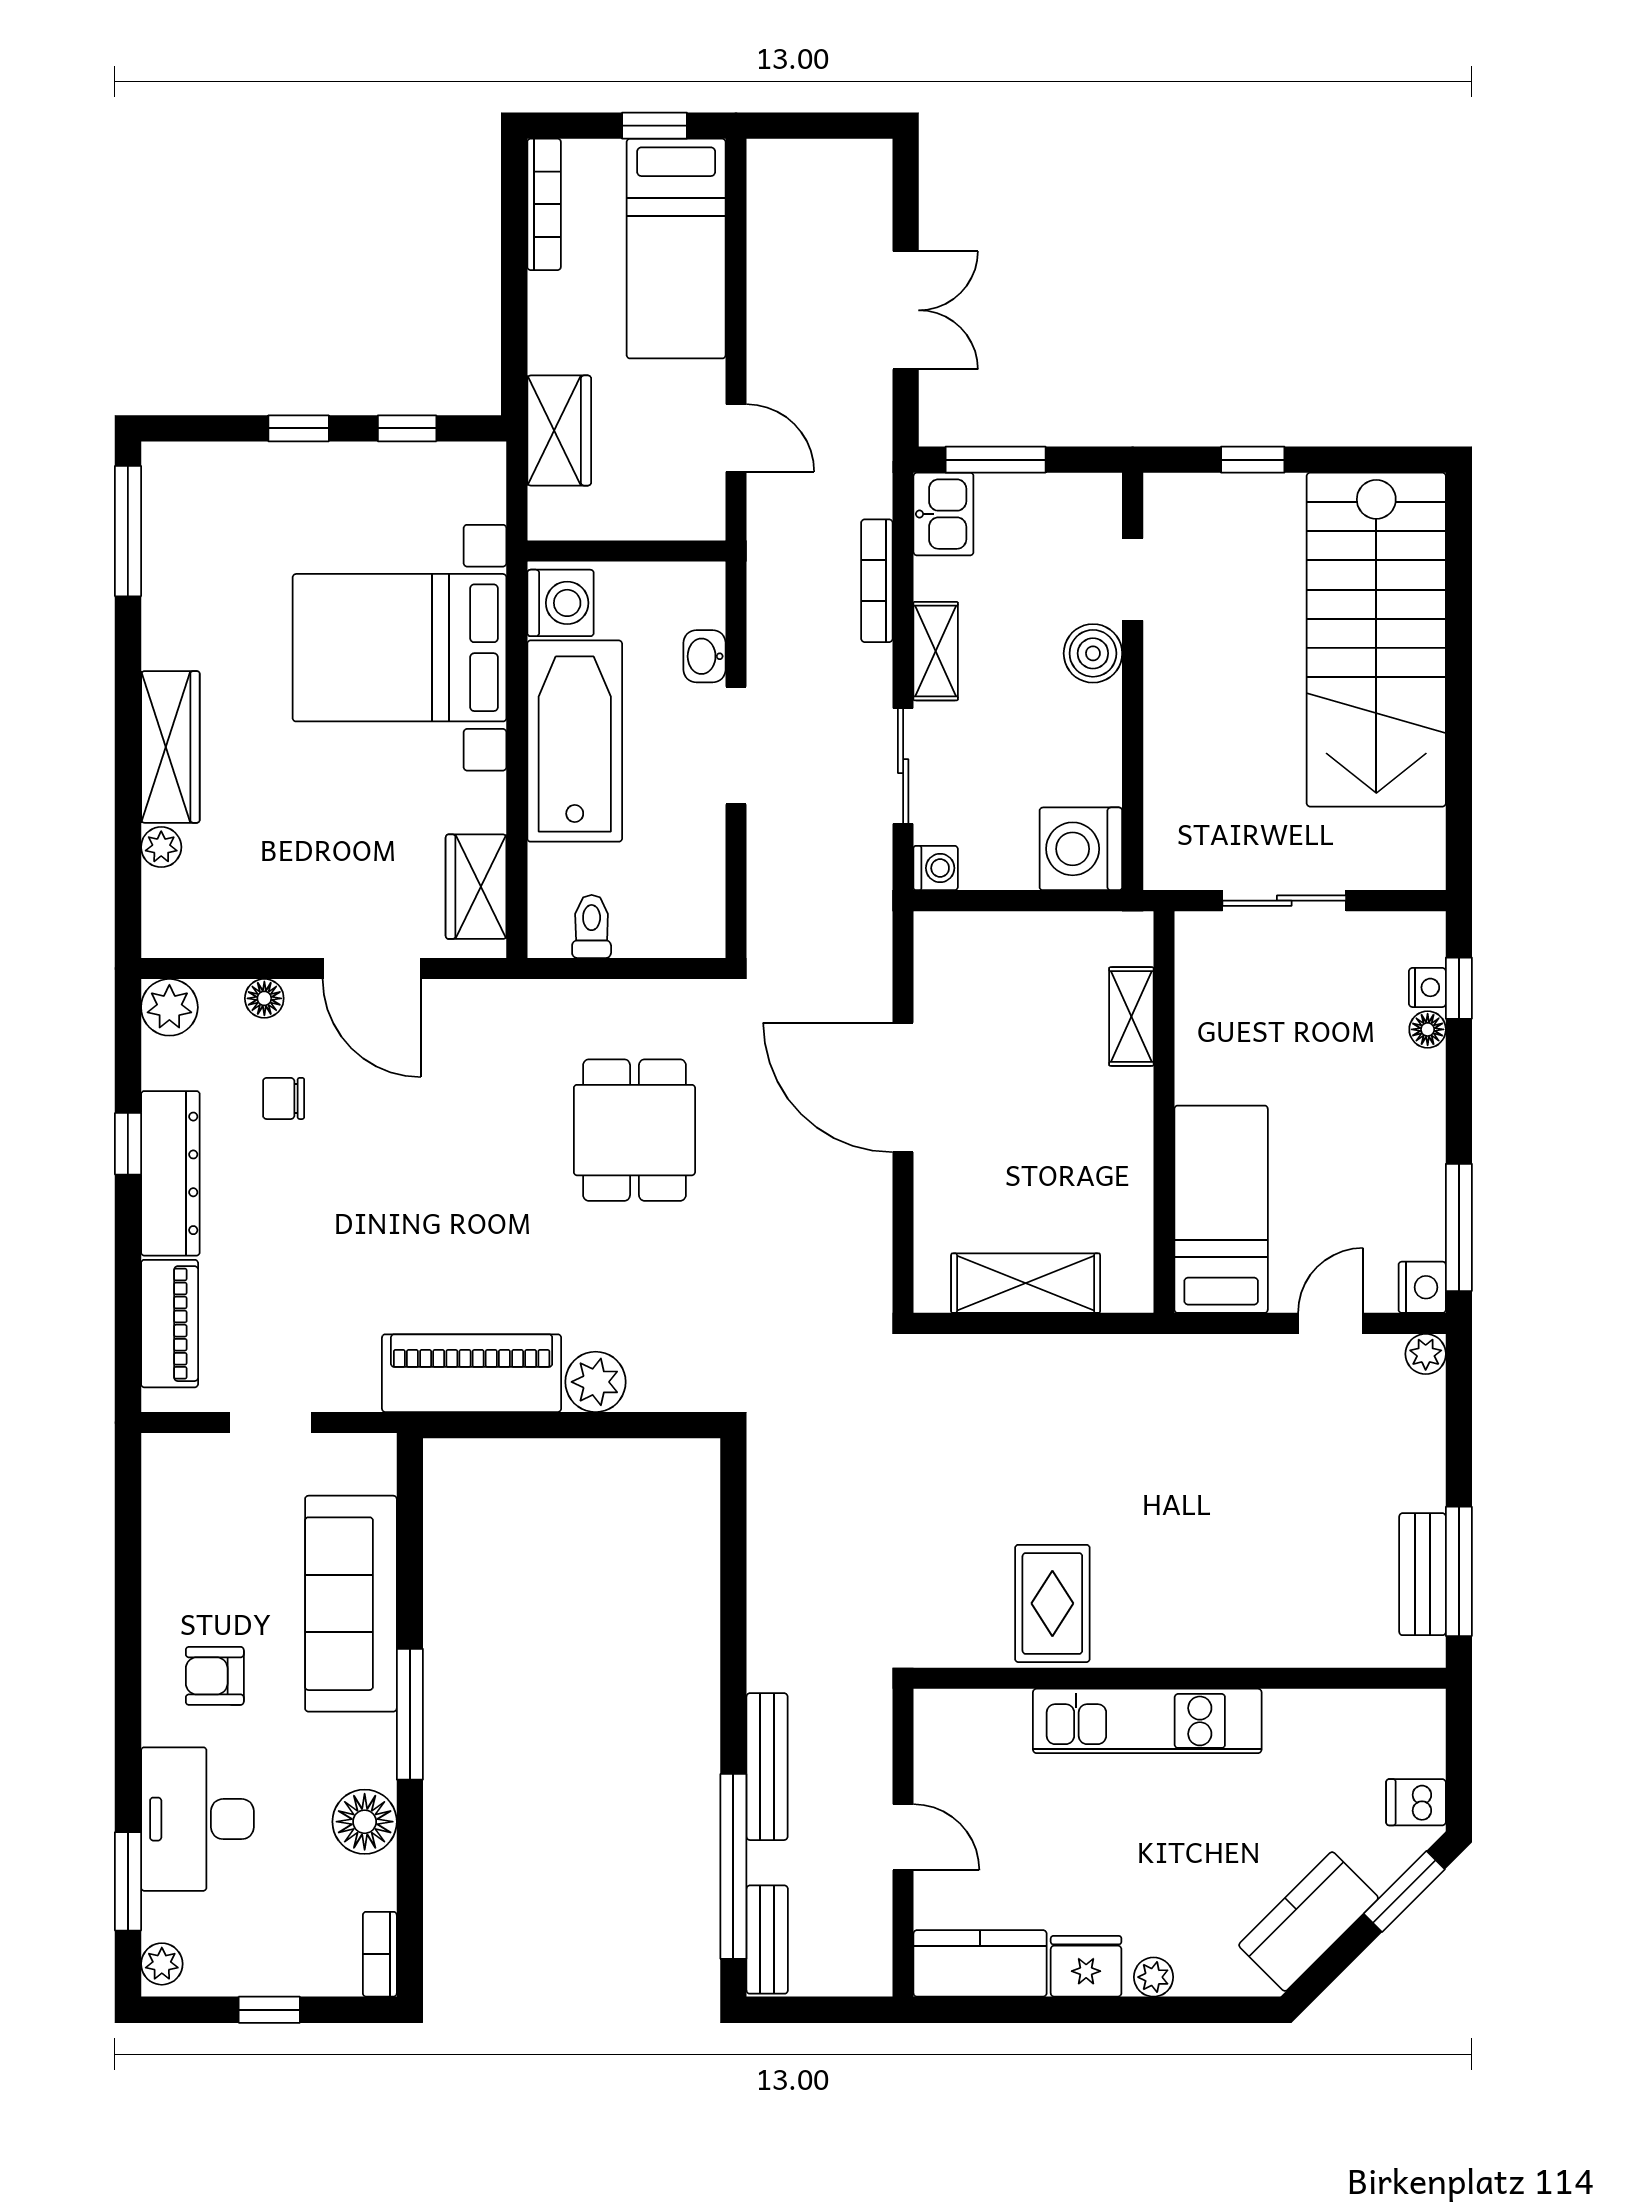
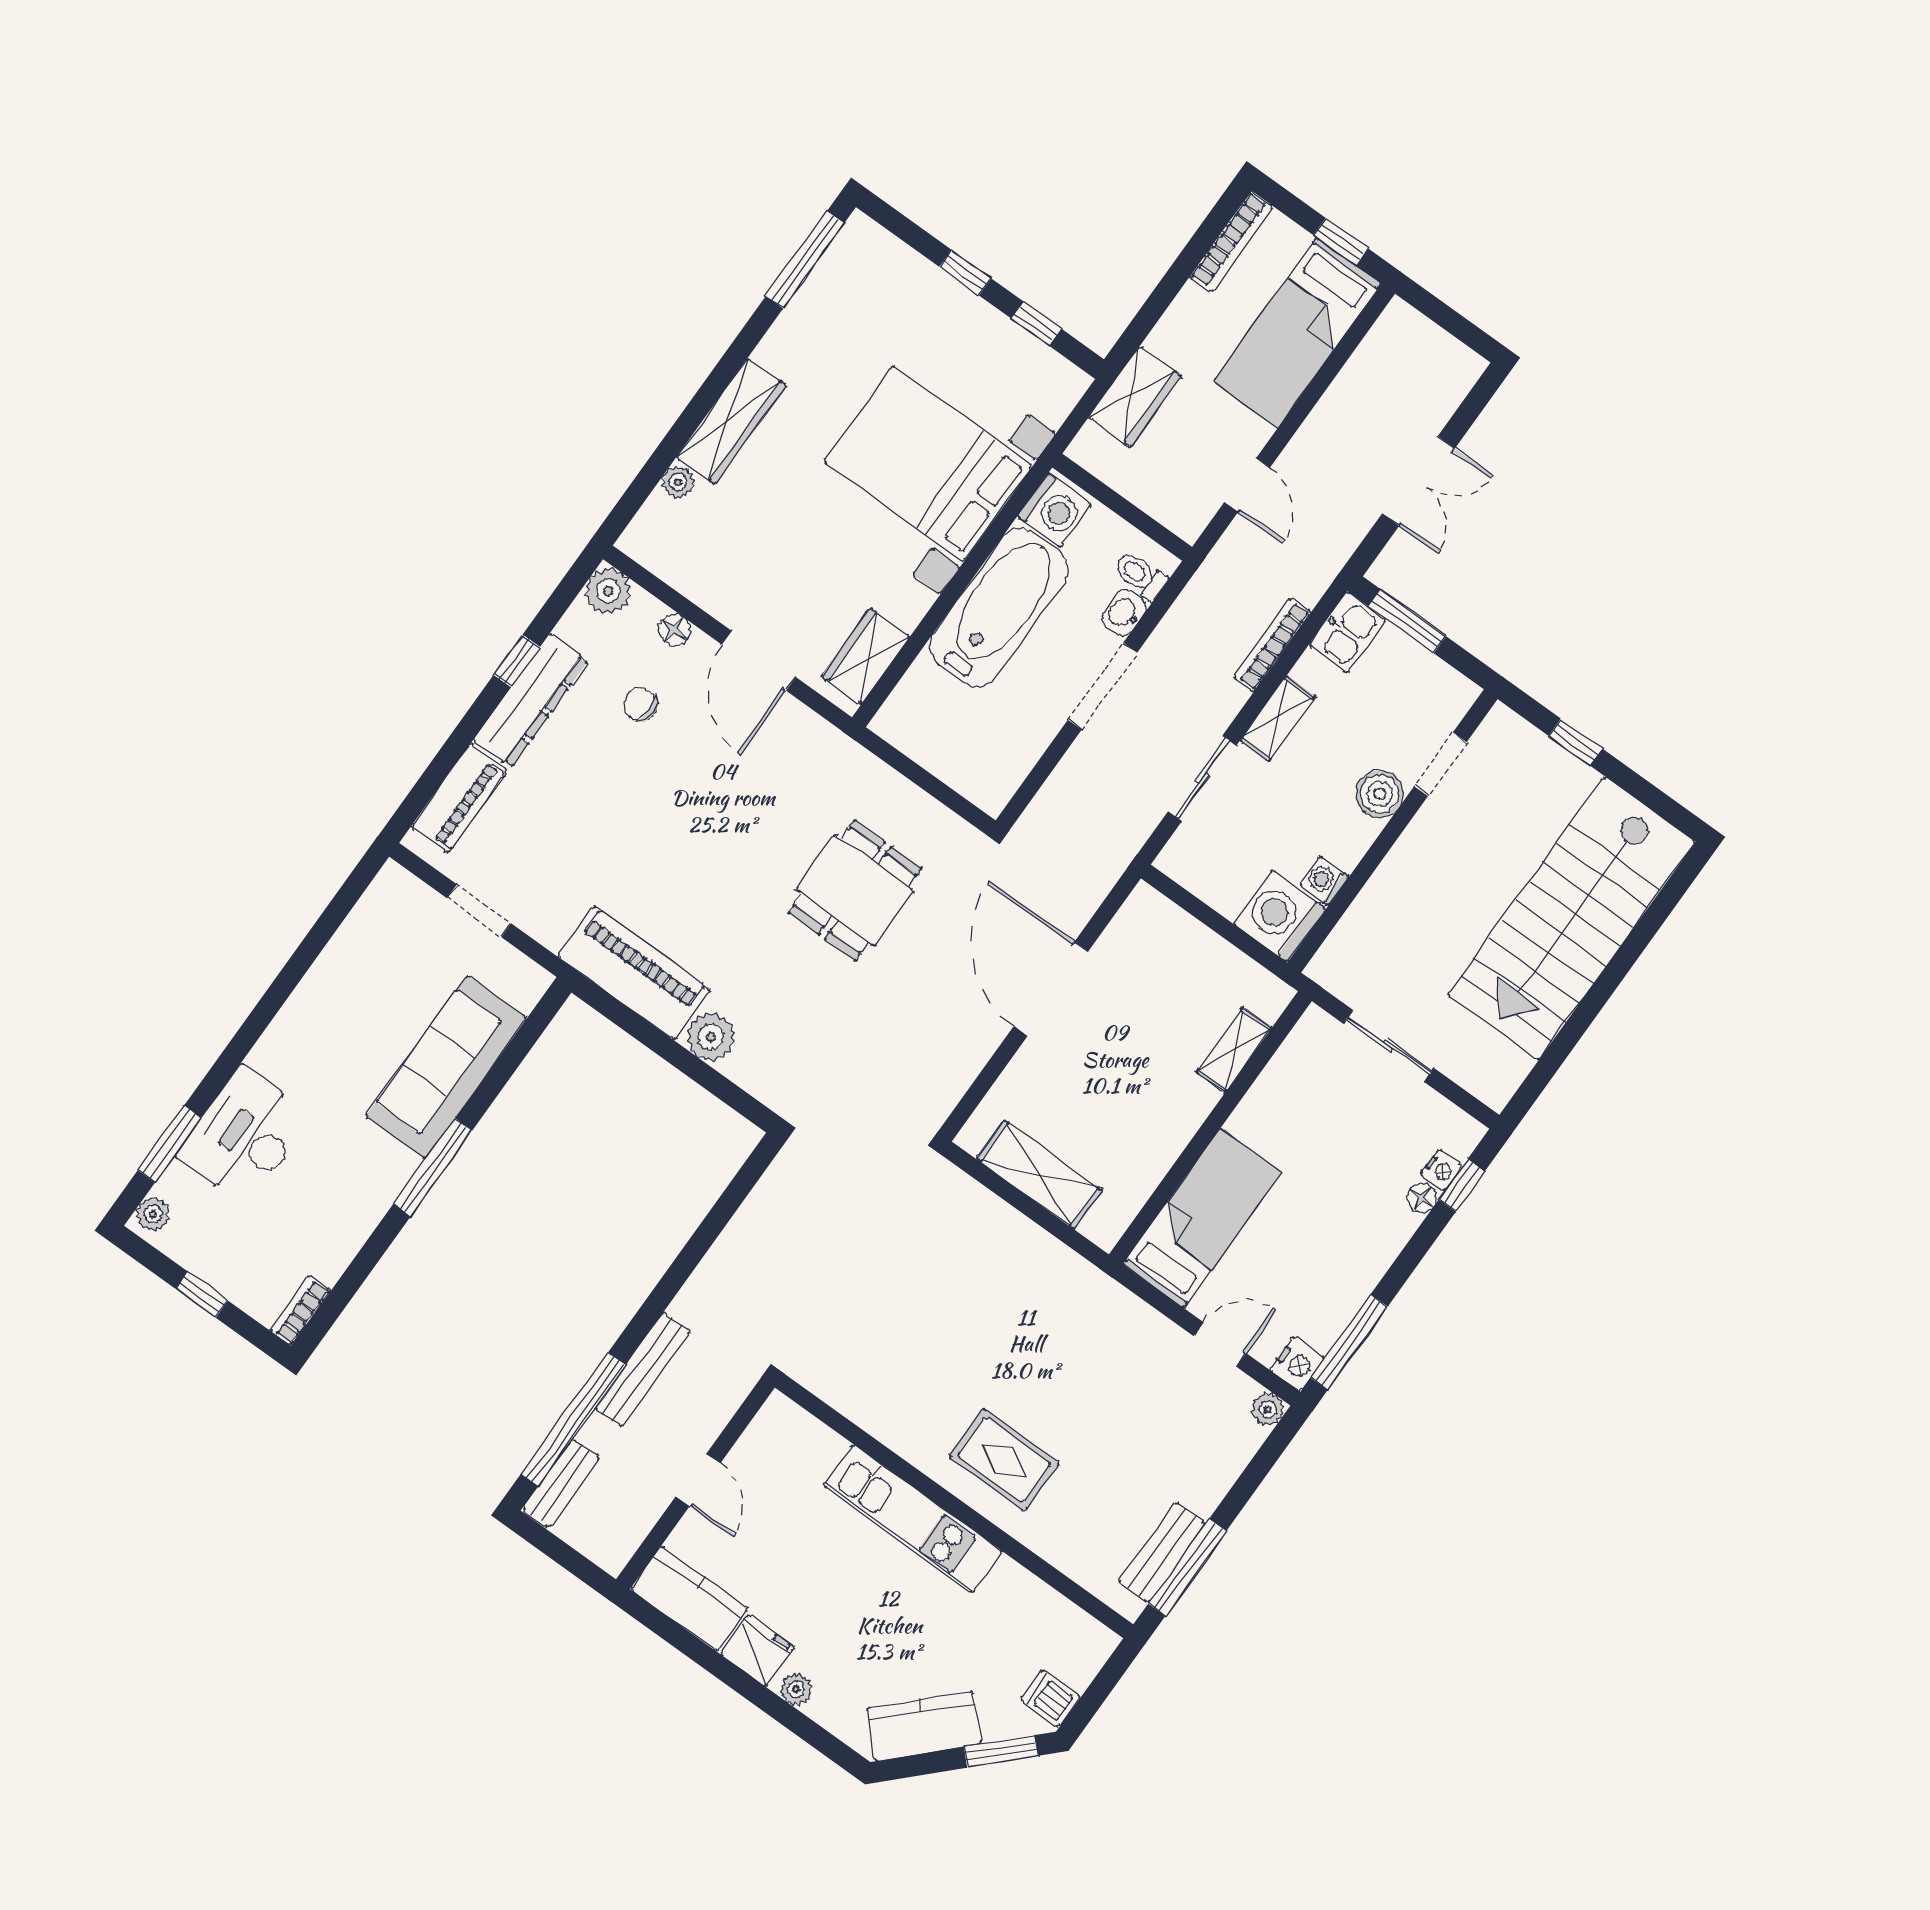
washing machine: (936, 868) -> (1324, 881), moved, turned 180
toilet: (592, 926) -> (1140, 575), moved, turned -90
rug: (1052, 1603) -> (1004, 1460), moved, turned 90
armchair: (215, 1676) -> (323, 1050), removed
floor lamp: (365, 1822) -> (353, 1216), removed

